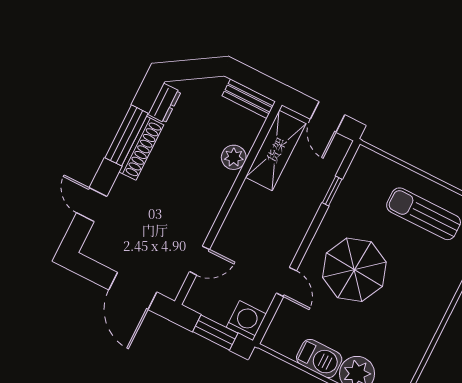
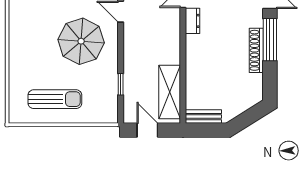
dresser: (164, 103) -> (193, 21), moved, turned 180
window: (126, 135) -> (270, 40), moved
plant: (234, 157) -> (194, 74), removed

